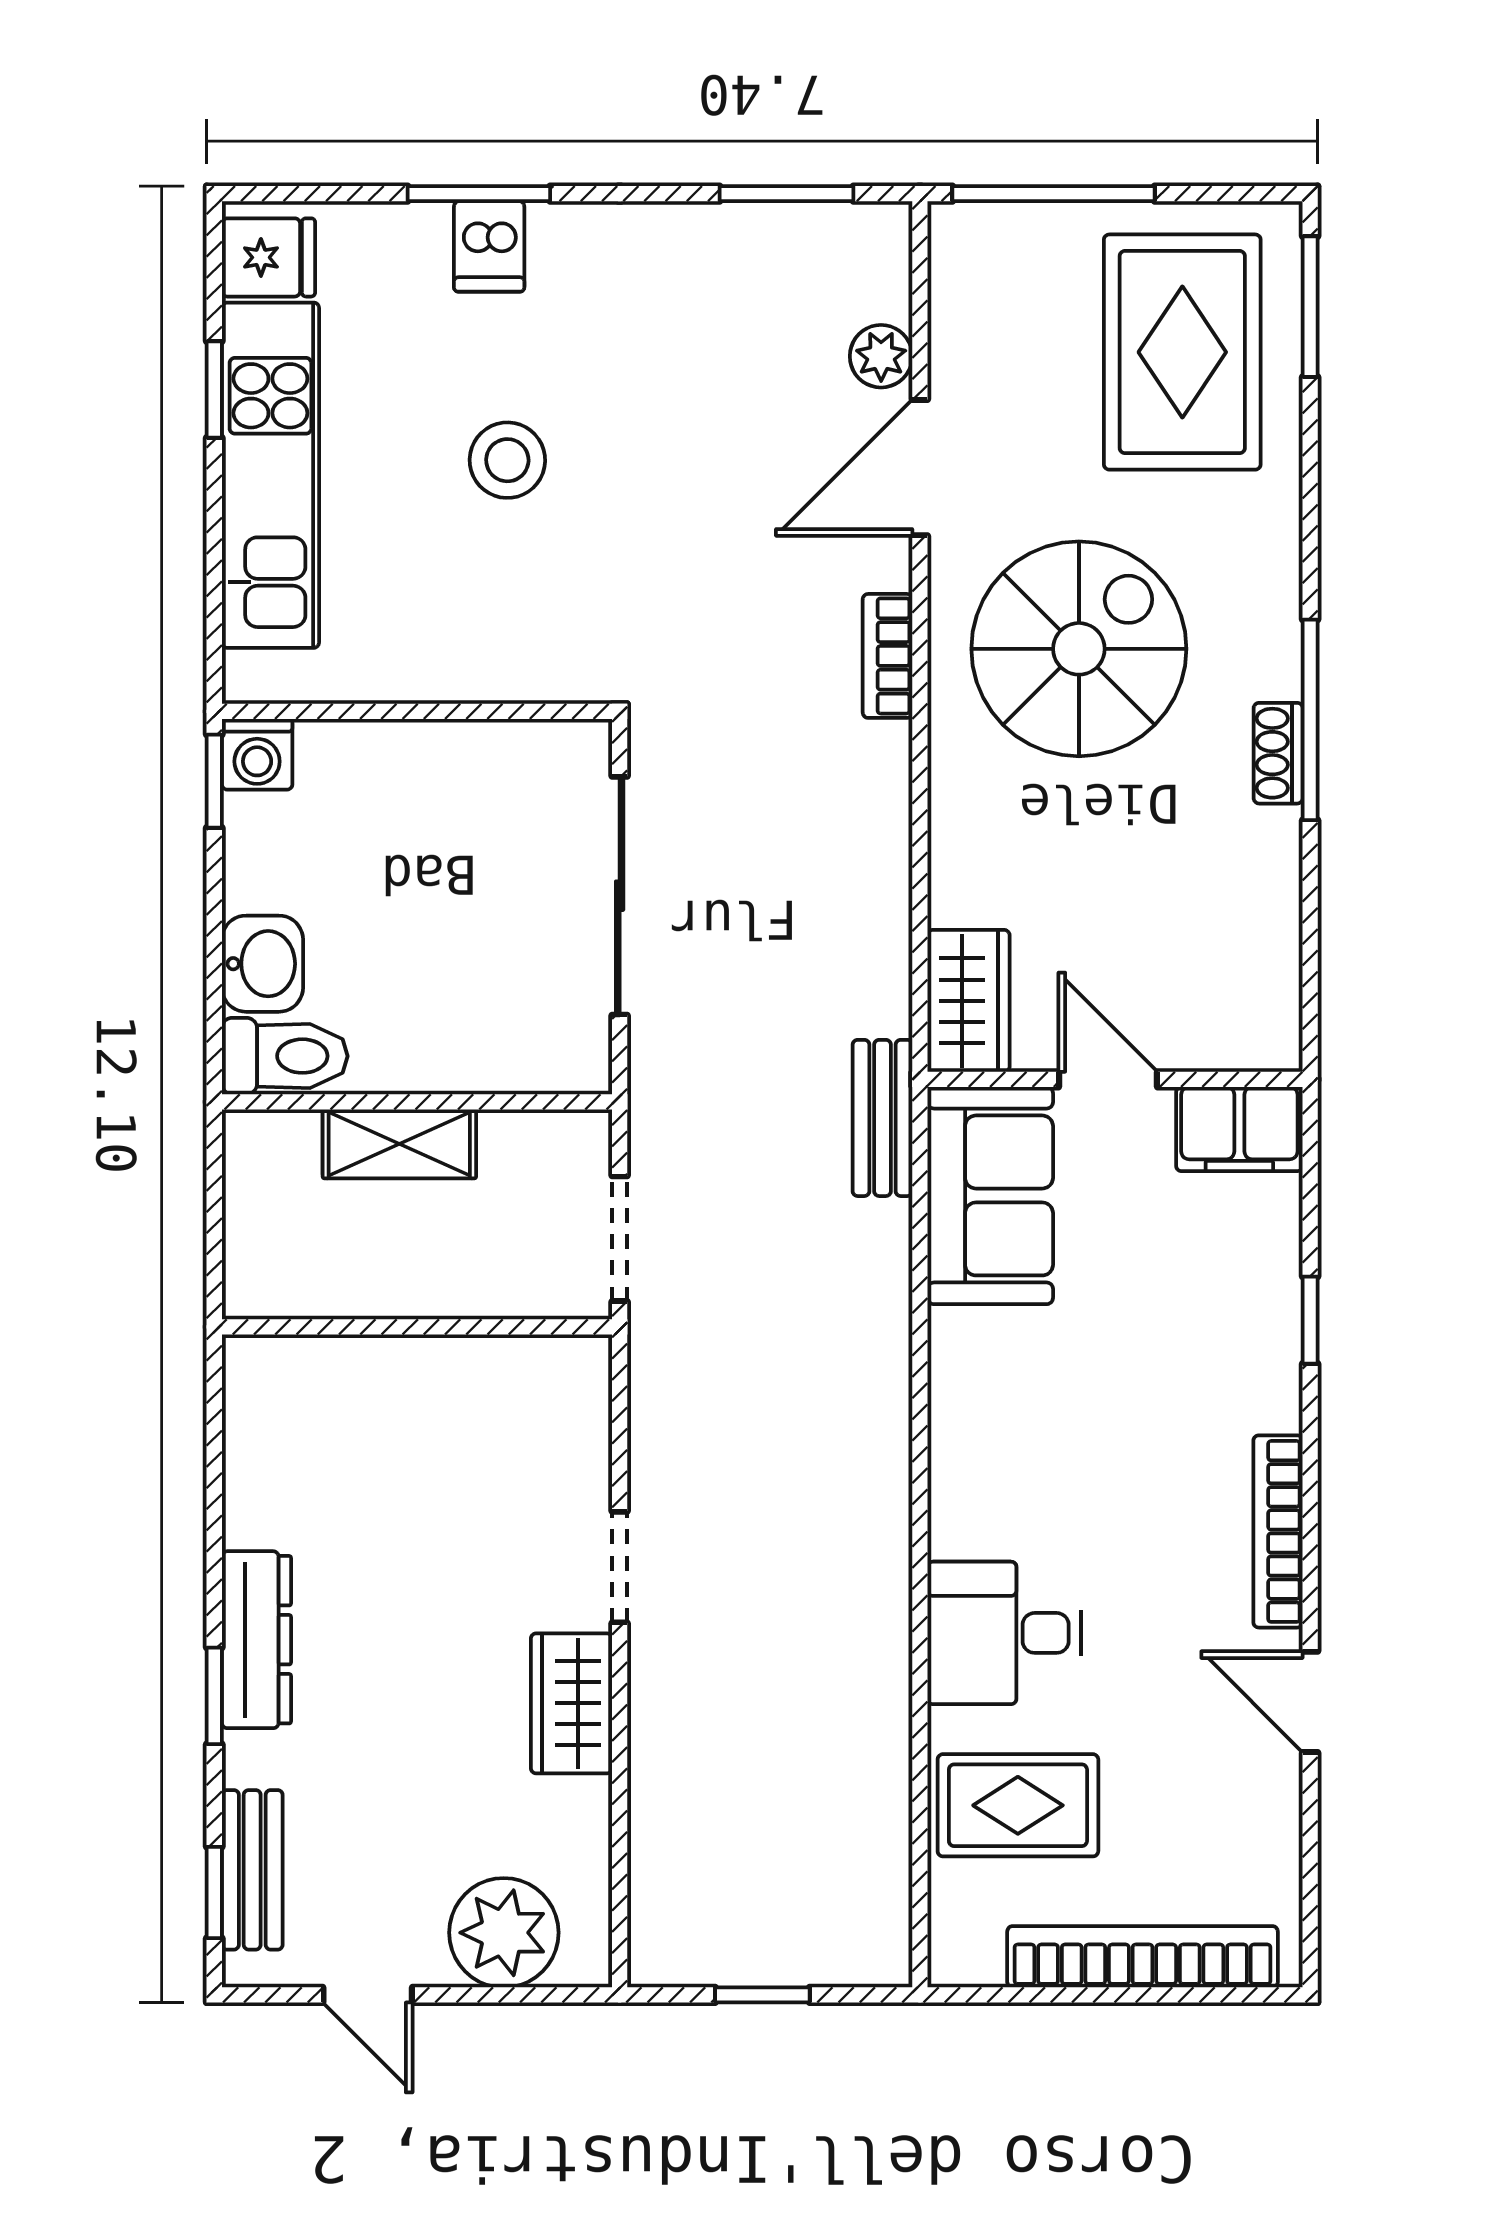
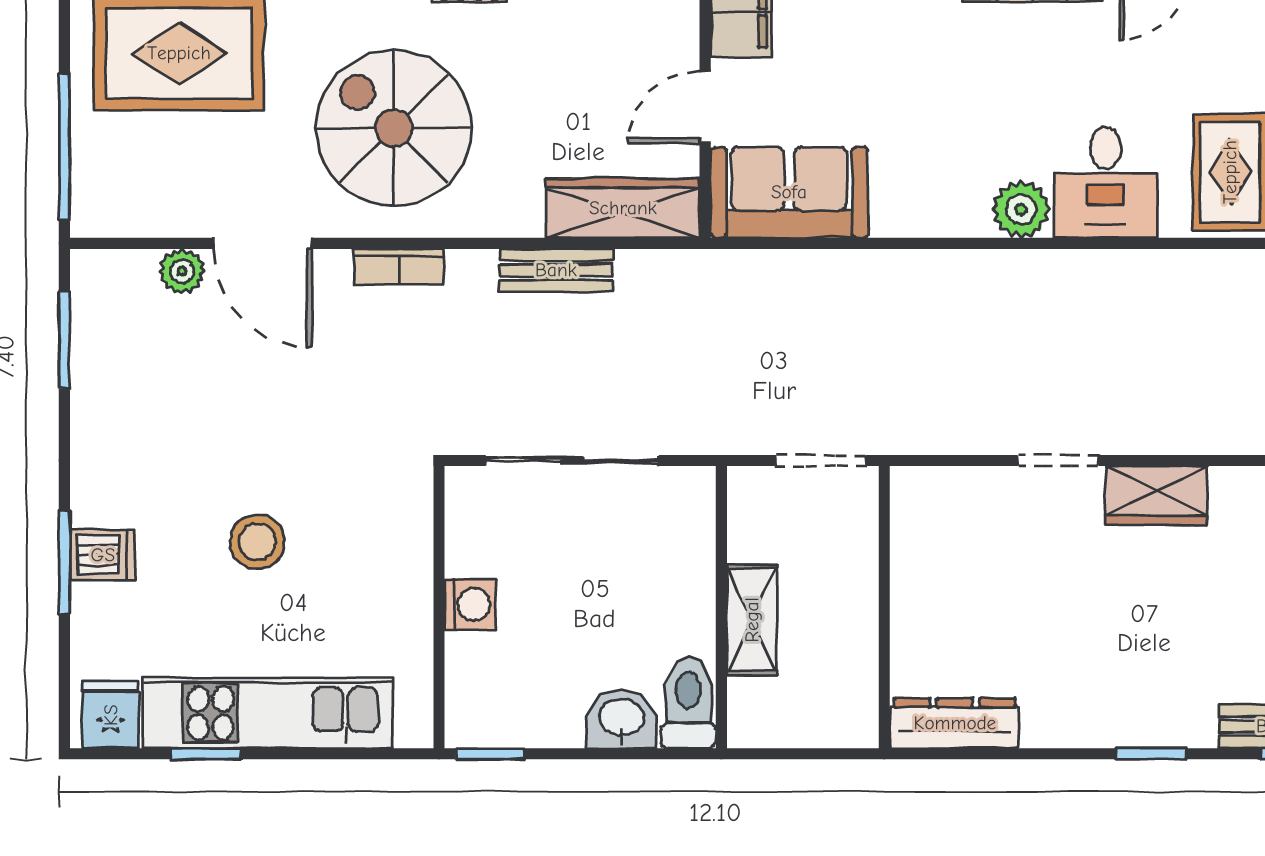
washing machine: (257, 754) -> (470, 604), moved
wardrobe: (968, 1001) -> (623, 208), width x1.50
bench: (882, 1118) -> (556, 270), moved
plant: (967, 1516) -> (1021, 209), added
dresser: (256, 1640) -> (955, 723), moved

